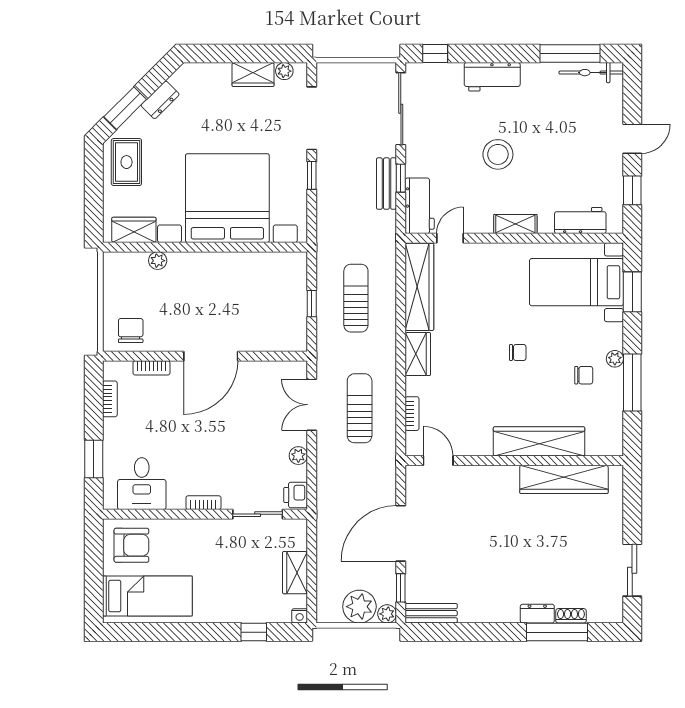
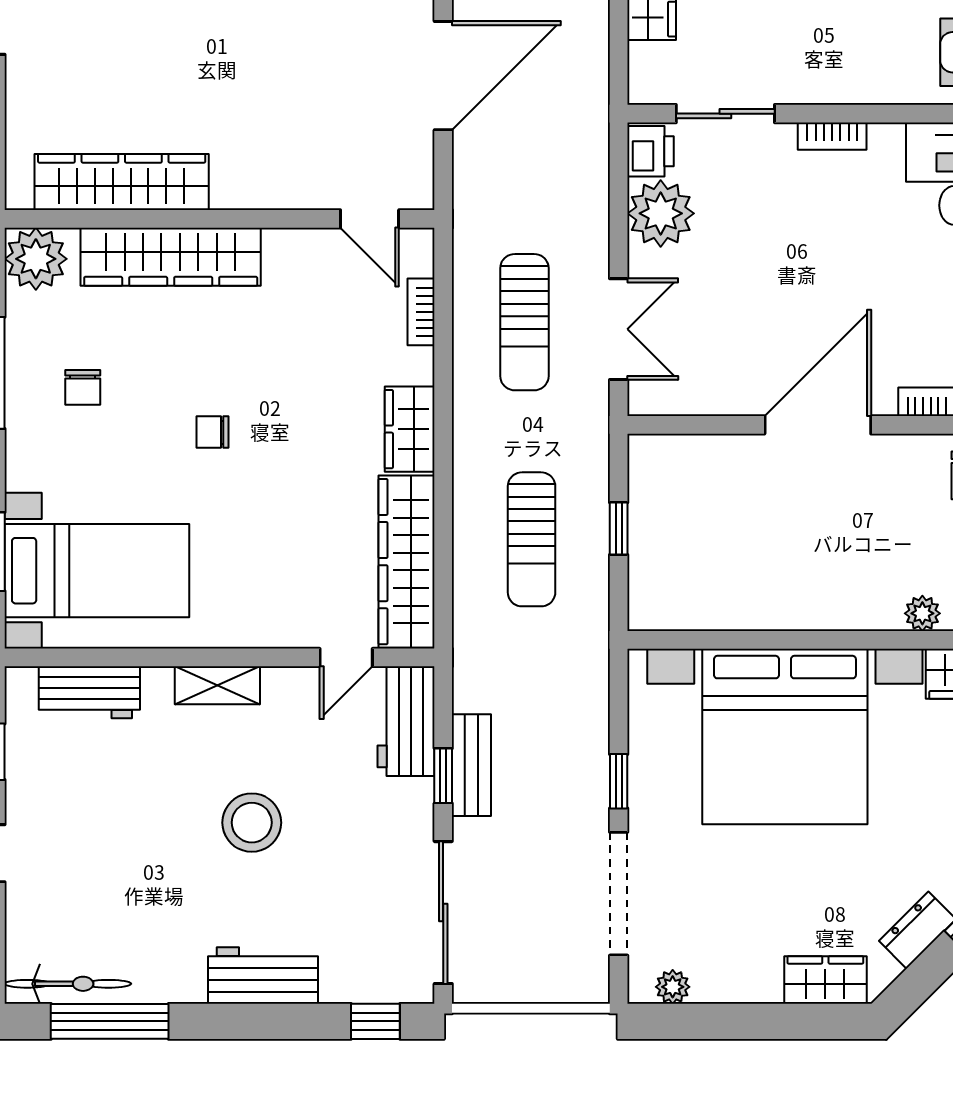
wardrobe: (253, 75) -> (825, 980), moved
plant: (615, 359) -> (36, 259), moved, width x1.88, depth x1.88
chair: (584, 375) -> (83, 387), turned -90
plant: (298, 456) -> (661, 213), width x1.88, depth x1.88

